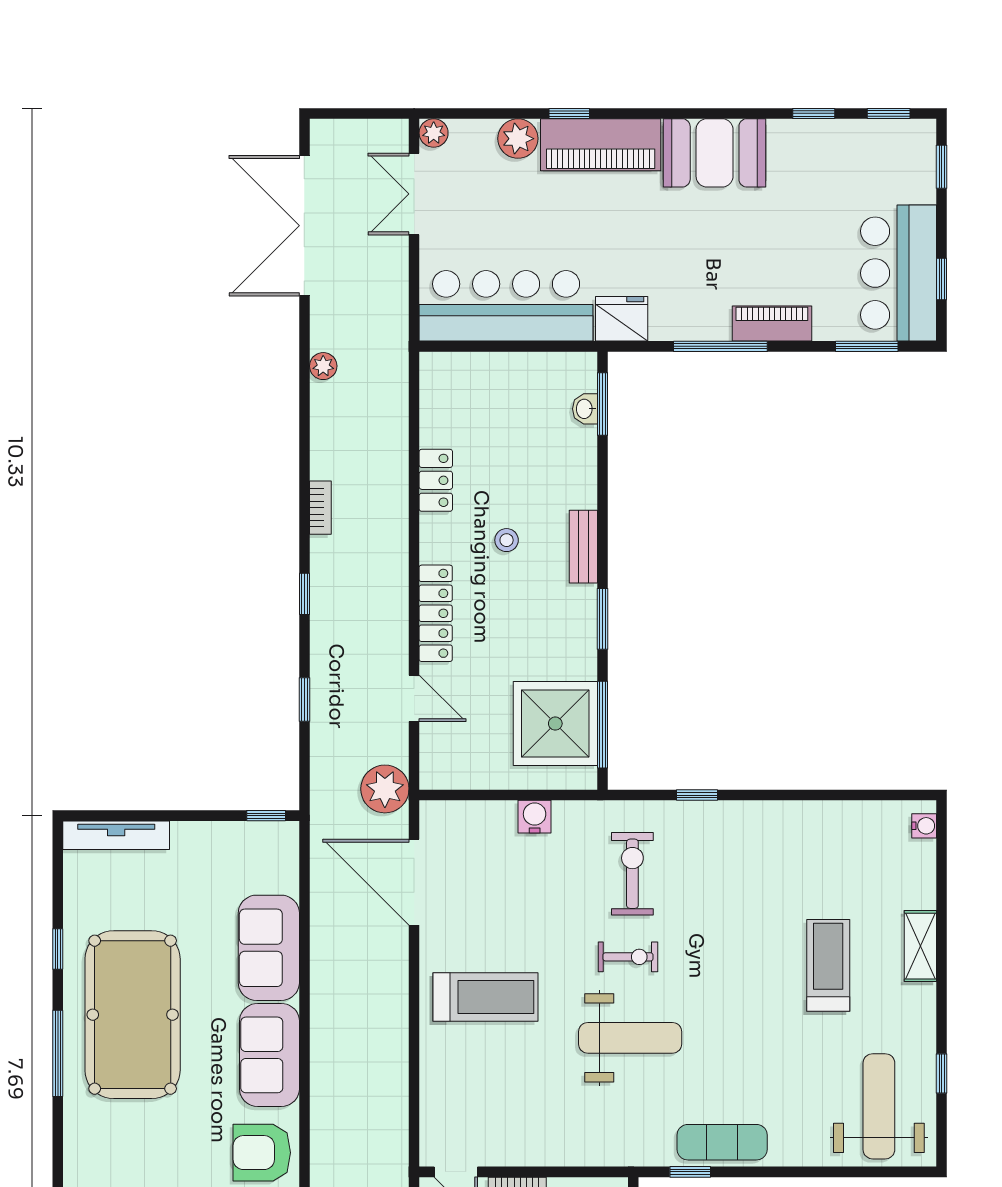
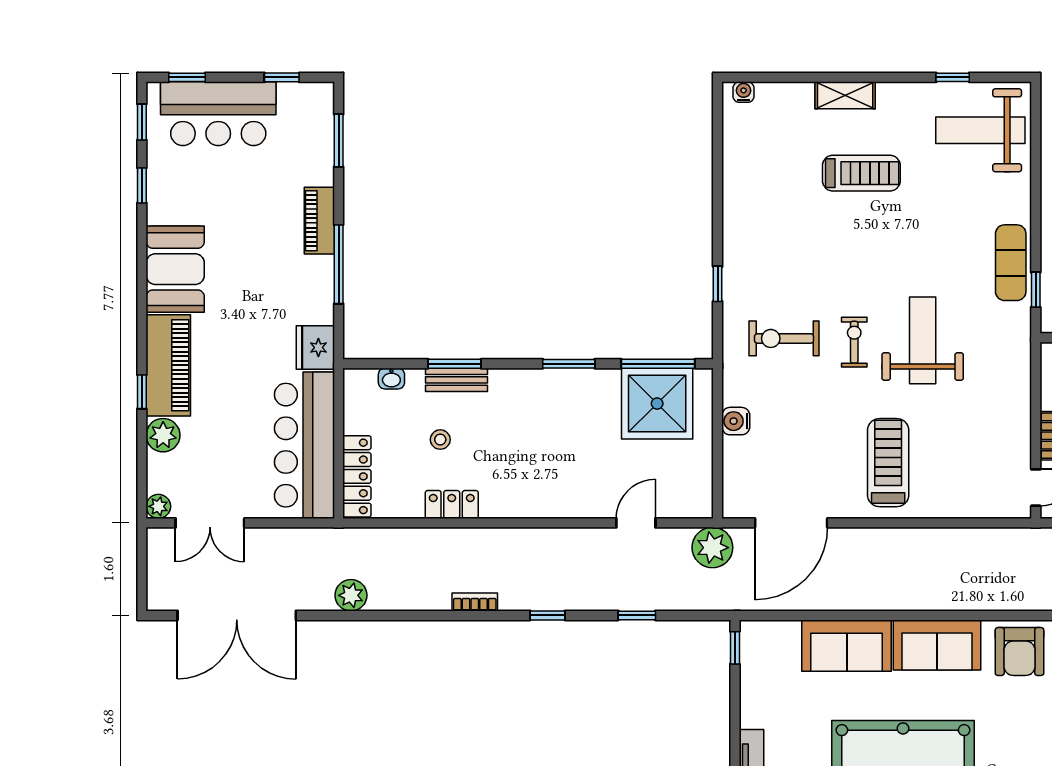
bar counter: (899, 273) -> (218, 114), moved
plant: (323, 366) -> (351, 595), width x1.38, depth x1.38
window: (602, 404) -> (454, 364), moved
stool: (507, 540) -> (440, 440), moved
bench: (583, 547) -> (457, 380), moved
locker: (436, 613) -> (357, 476), moved, turned 90
treadmill: (828, 965) -> (861, 173), turned 180

